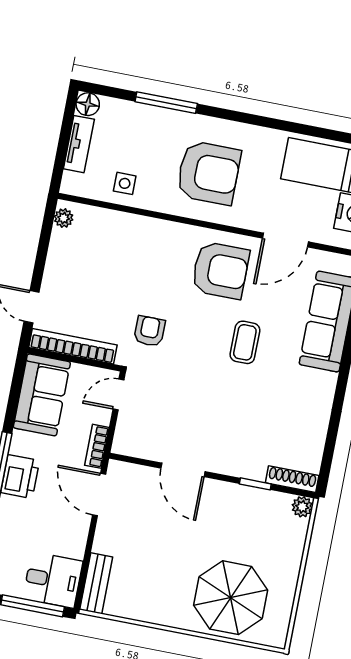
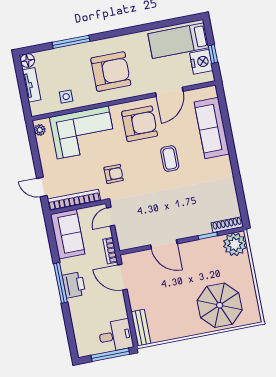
corner sofa: (128, 248) -> (83, 132), added
armchair: (149, 331) -> (114, 174), turned 90
plant: (302, 507) -> (235, 244), width x1.88, depth x1.88

